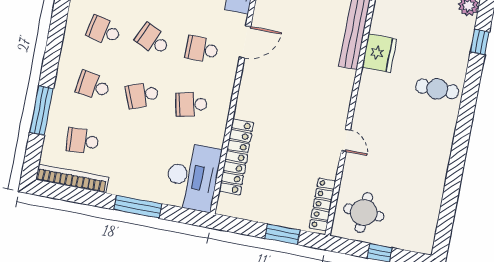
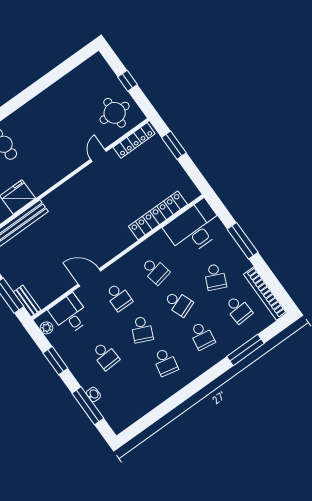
door: (346, 140) -> (98, 155), moved
school desk: (132, 150) -> (215, 277), added

